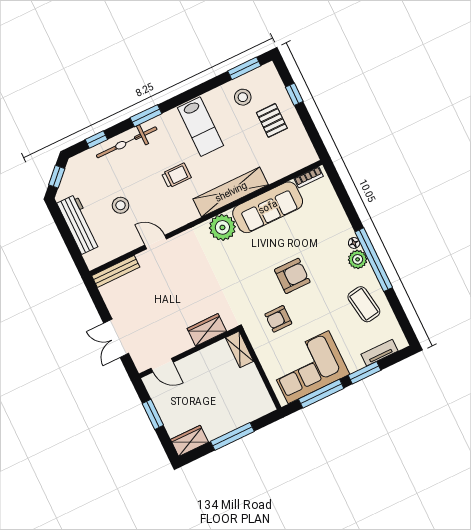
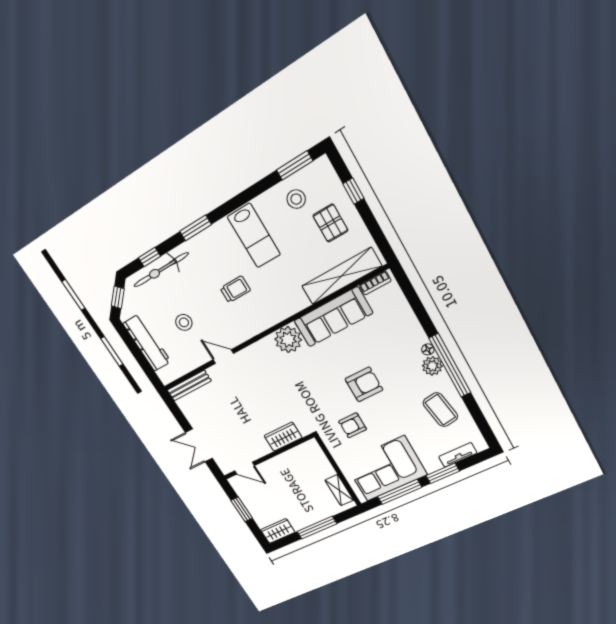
bicycle: (127, 142) -> (161, 270), moved
shelving: (231, 192) -> (341, 276), moved
shelving: (240, 349) -> (339, 490), moved

